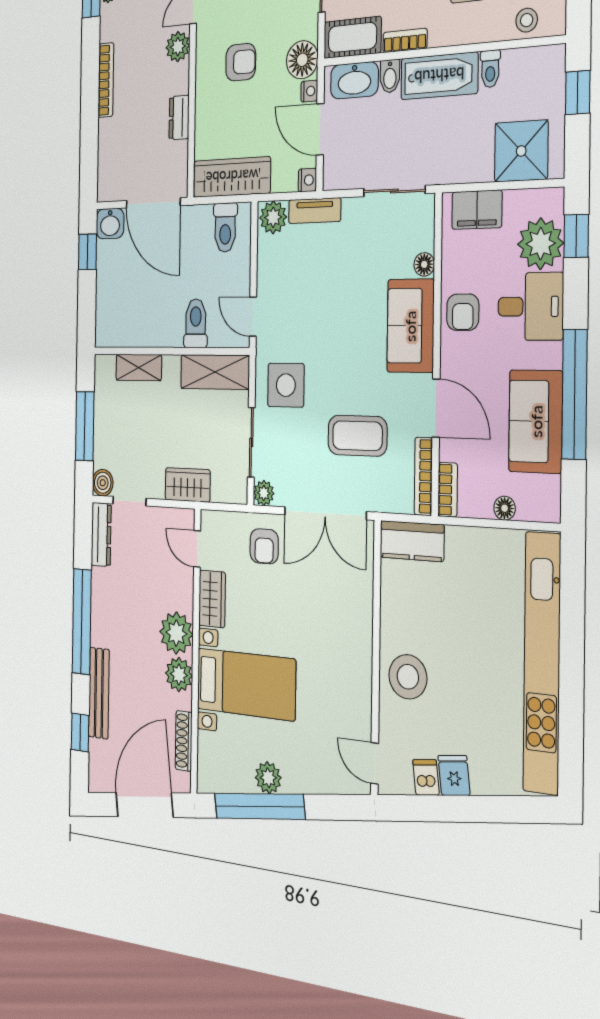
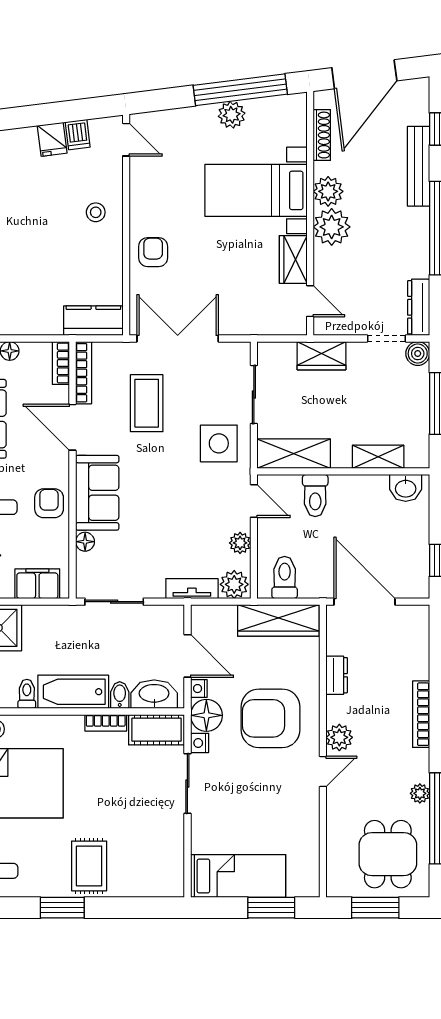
armchair: (241, 62) -> (271, 718), width x1.88, depth x1.88
nightstand: (307, 180) -> (200, 743), moved
washbasin: (110, 224) -> (406, 488), moved, turned 180
coffee table: (357, 436) -> (147, 403), turned 90
plant: (264, 493) -> (240, 543), moved
armchair: (264, 546) -> (153, 252), moved
stool: (408, 677) -> (96, 212), width x0.53, depth x0.53

